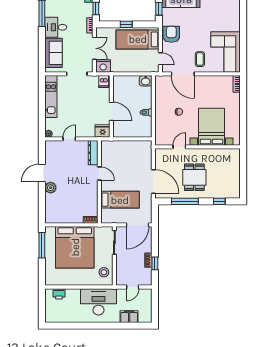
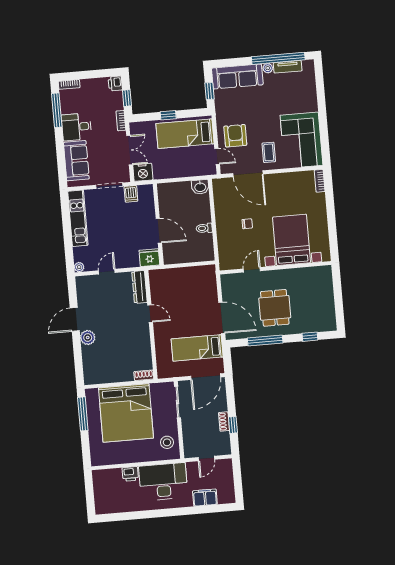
armchair: (171, 34) -> (235, 136), moved
dishwasher: (104, 82) -> (131, 194), moved
bed: (120, 200) -> (197, 348), moved, turned 180
printer: (59, 294) -> (130, 474), moved

